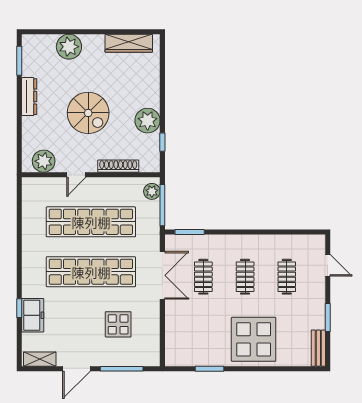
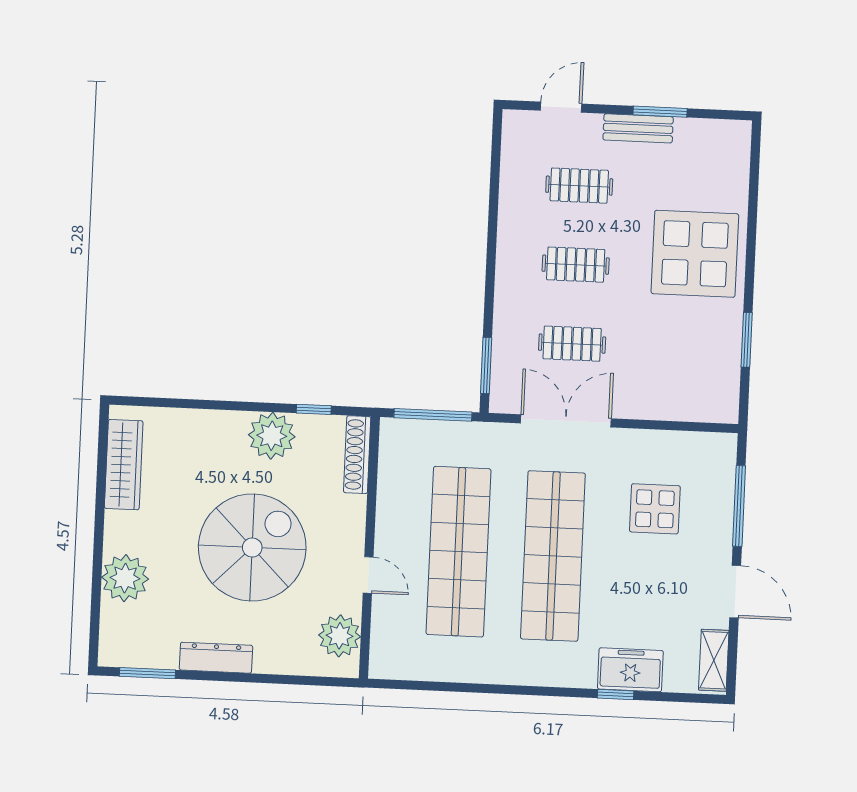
spiral stairs: (88, 113) -> (252, 547), width x1.37, depth x1.37
shoe rack: (118, 166) -> (357, 455), moved
plant: (152, 191) -> (406, 434), removed
bench: (318, 348) -> (638, 128), moved

